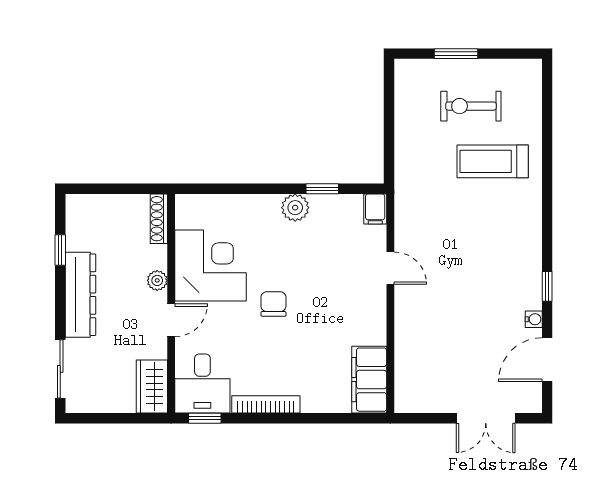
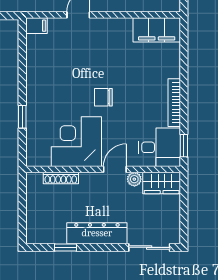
window: (322, 189) -> (22, 117), moved
plant: (295, 208) -> (36, 82), removed
shoe rack: (159, 219) -> (61, 178), moved
plant: (157, 280) -> (134, 179), moved
door: (171, 320) -> (115, 169), hinge flipped

